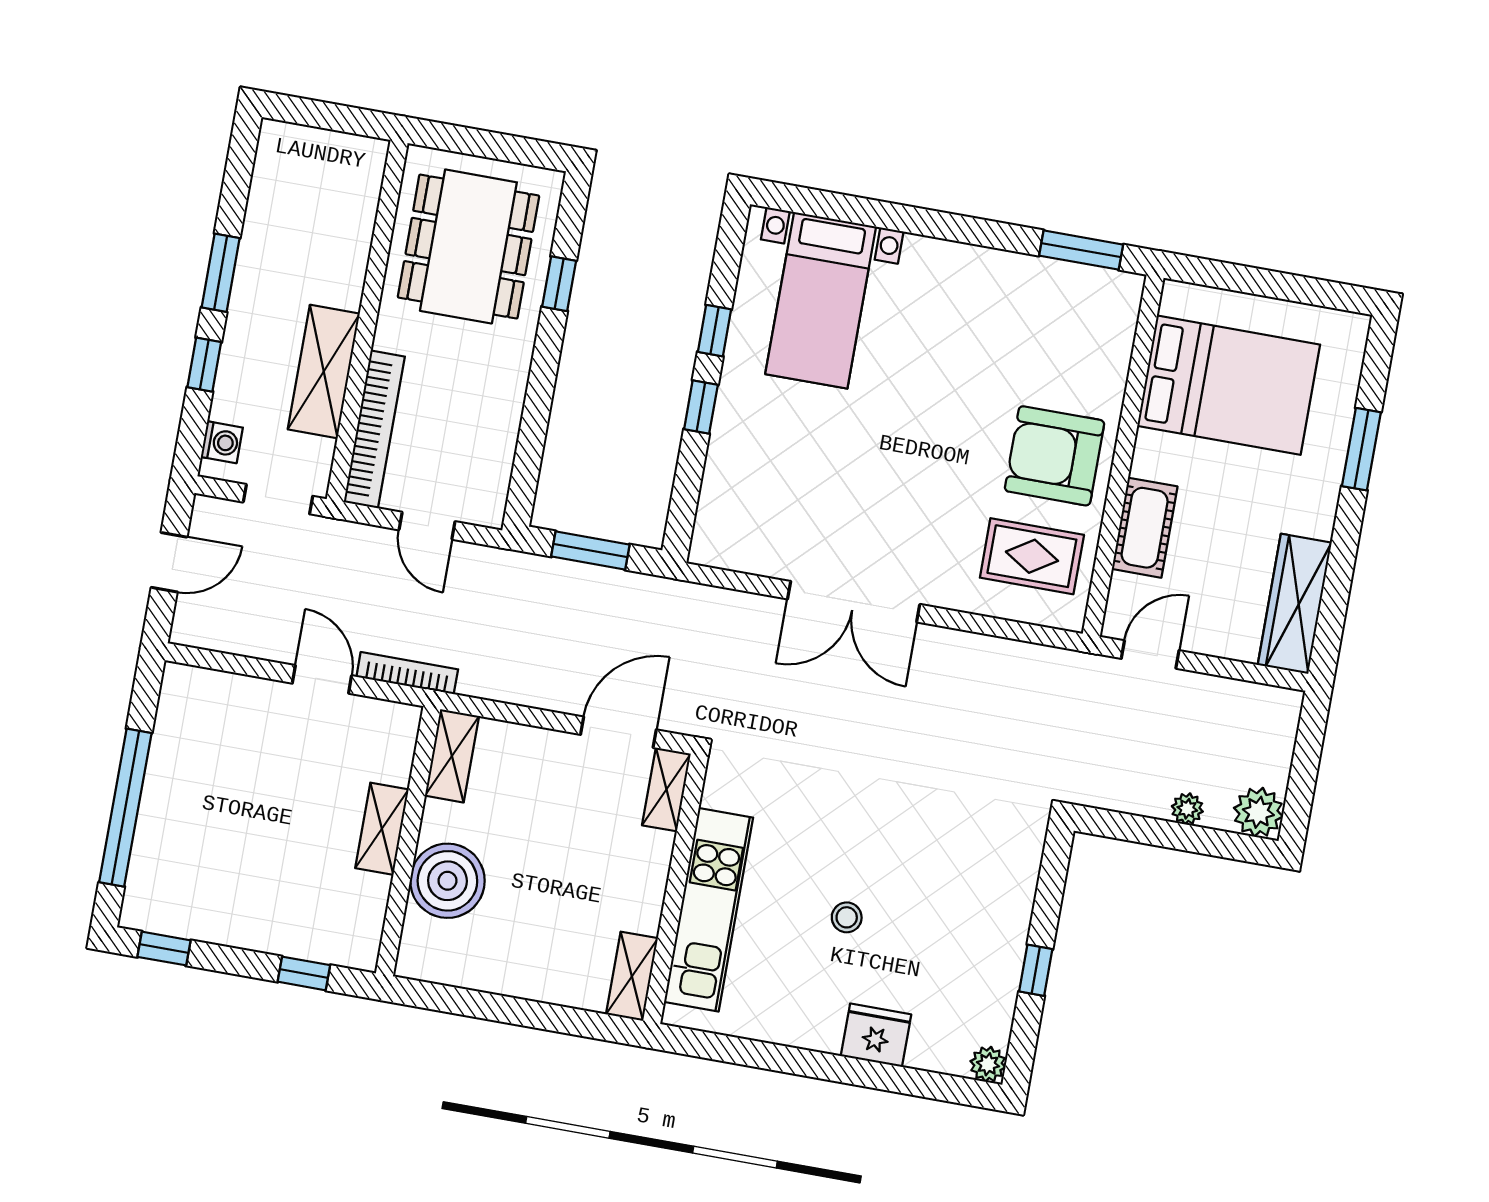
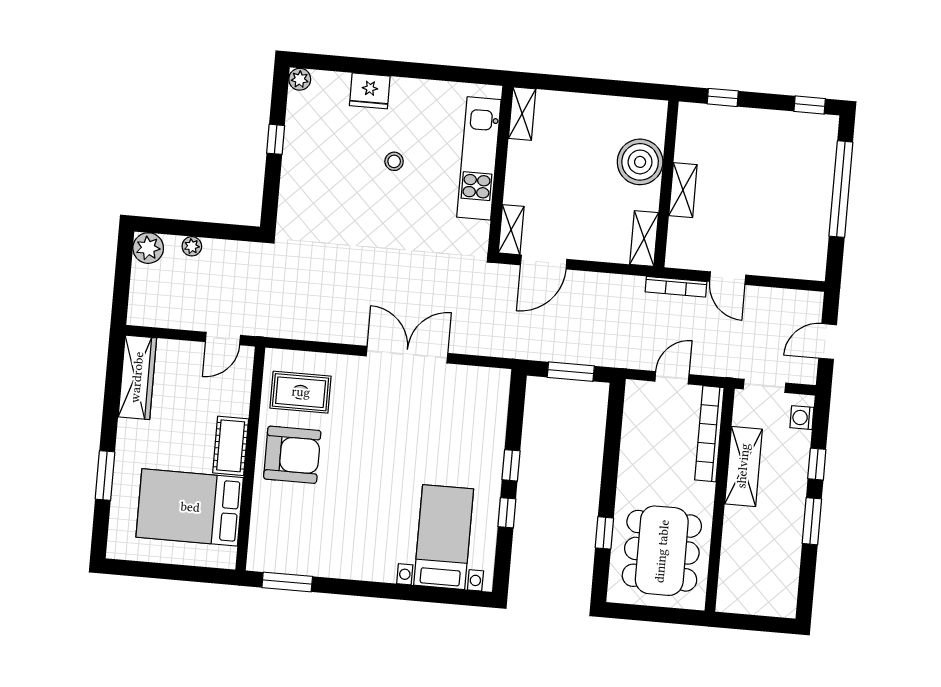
door: (427, 526) -> (672, 378), hinge flipped
cot: (1145, 528) -> (231, 446), moved

